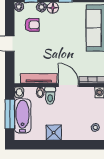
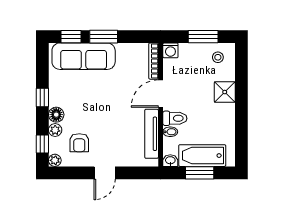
armchair: (32, 25) -> (79, 143), turned 180
window: (10, 114) -> (200, 173), width x0.69
shower: (54, 133) -> (225, 92), moved

